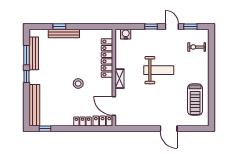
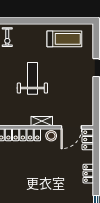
stool: (78, 84) -> (51, 136), moved
locker: (82, 121) -> (88, 174), moved

